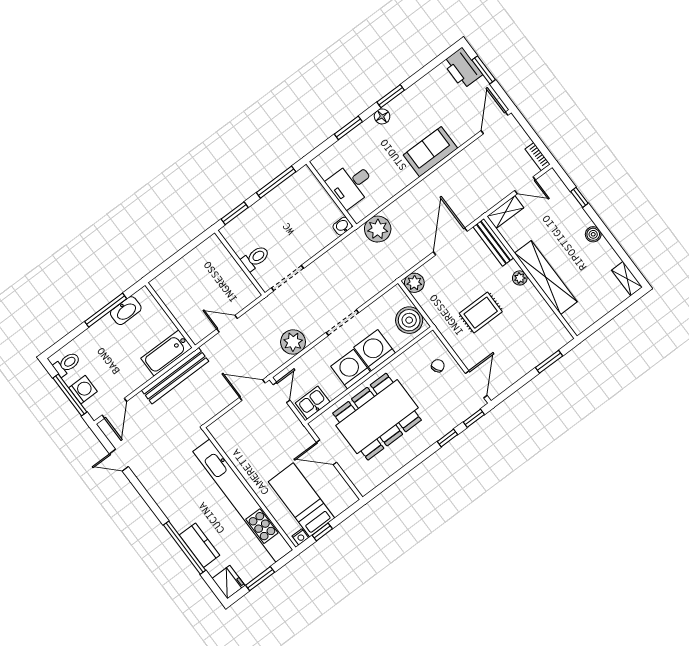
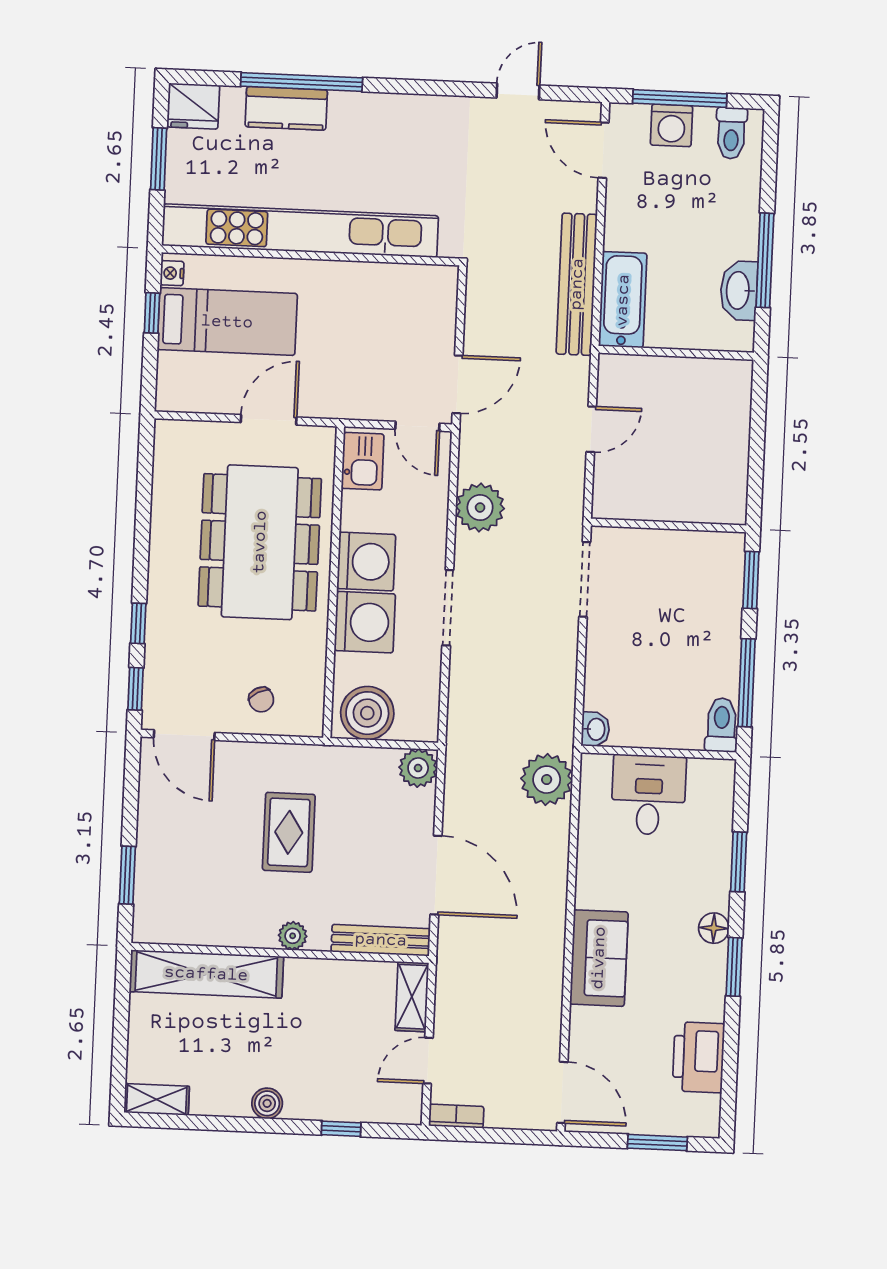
printer: (463, 68) -> (698, 1057), moved, turned -90
toilet: (255, 258) -> (722, 725), moved, turned 180
shelving: (546, 277) -> (206, 974), moved

